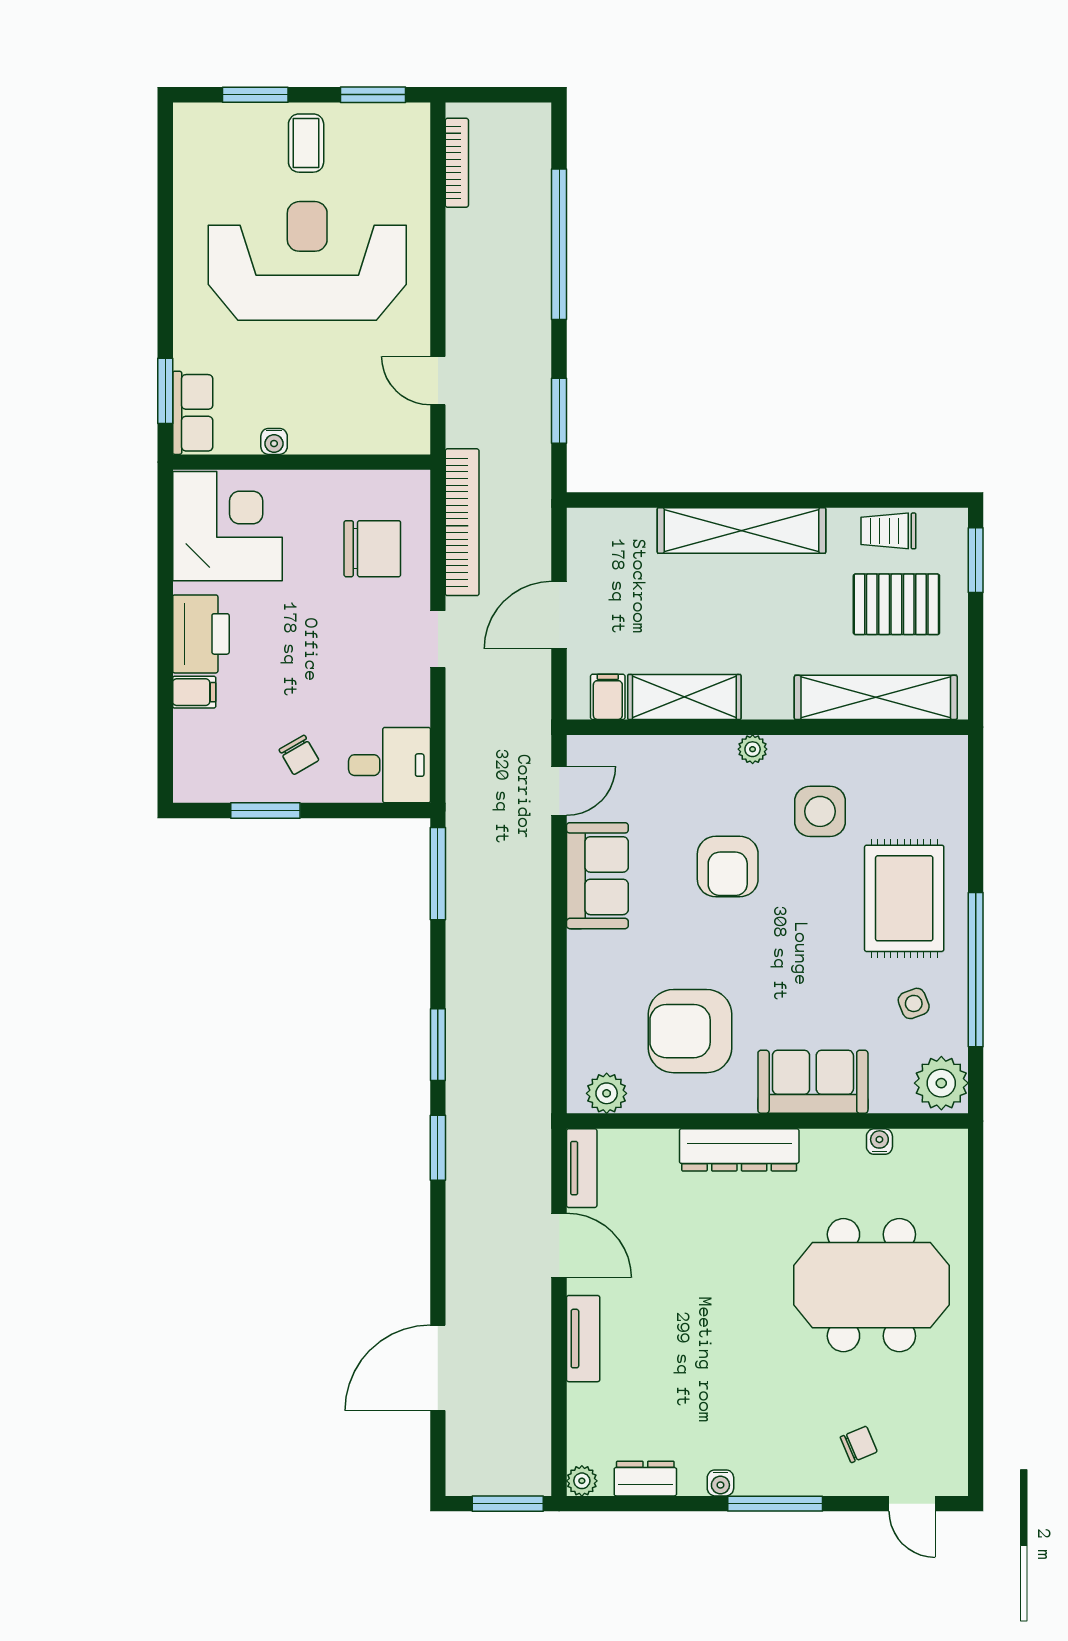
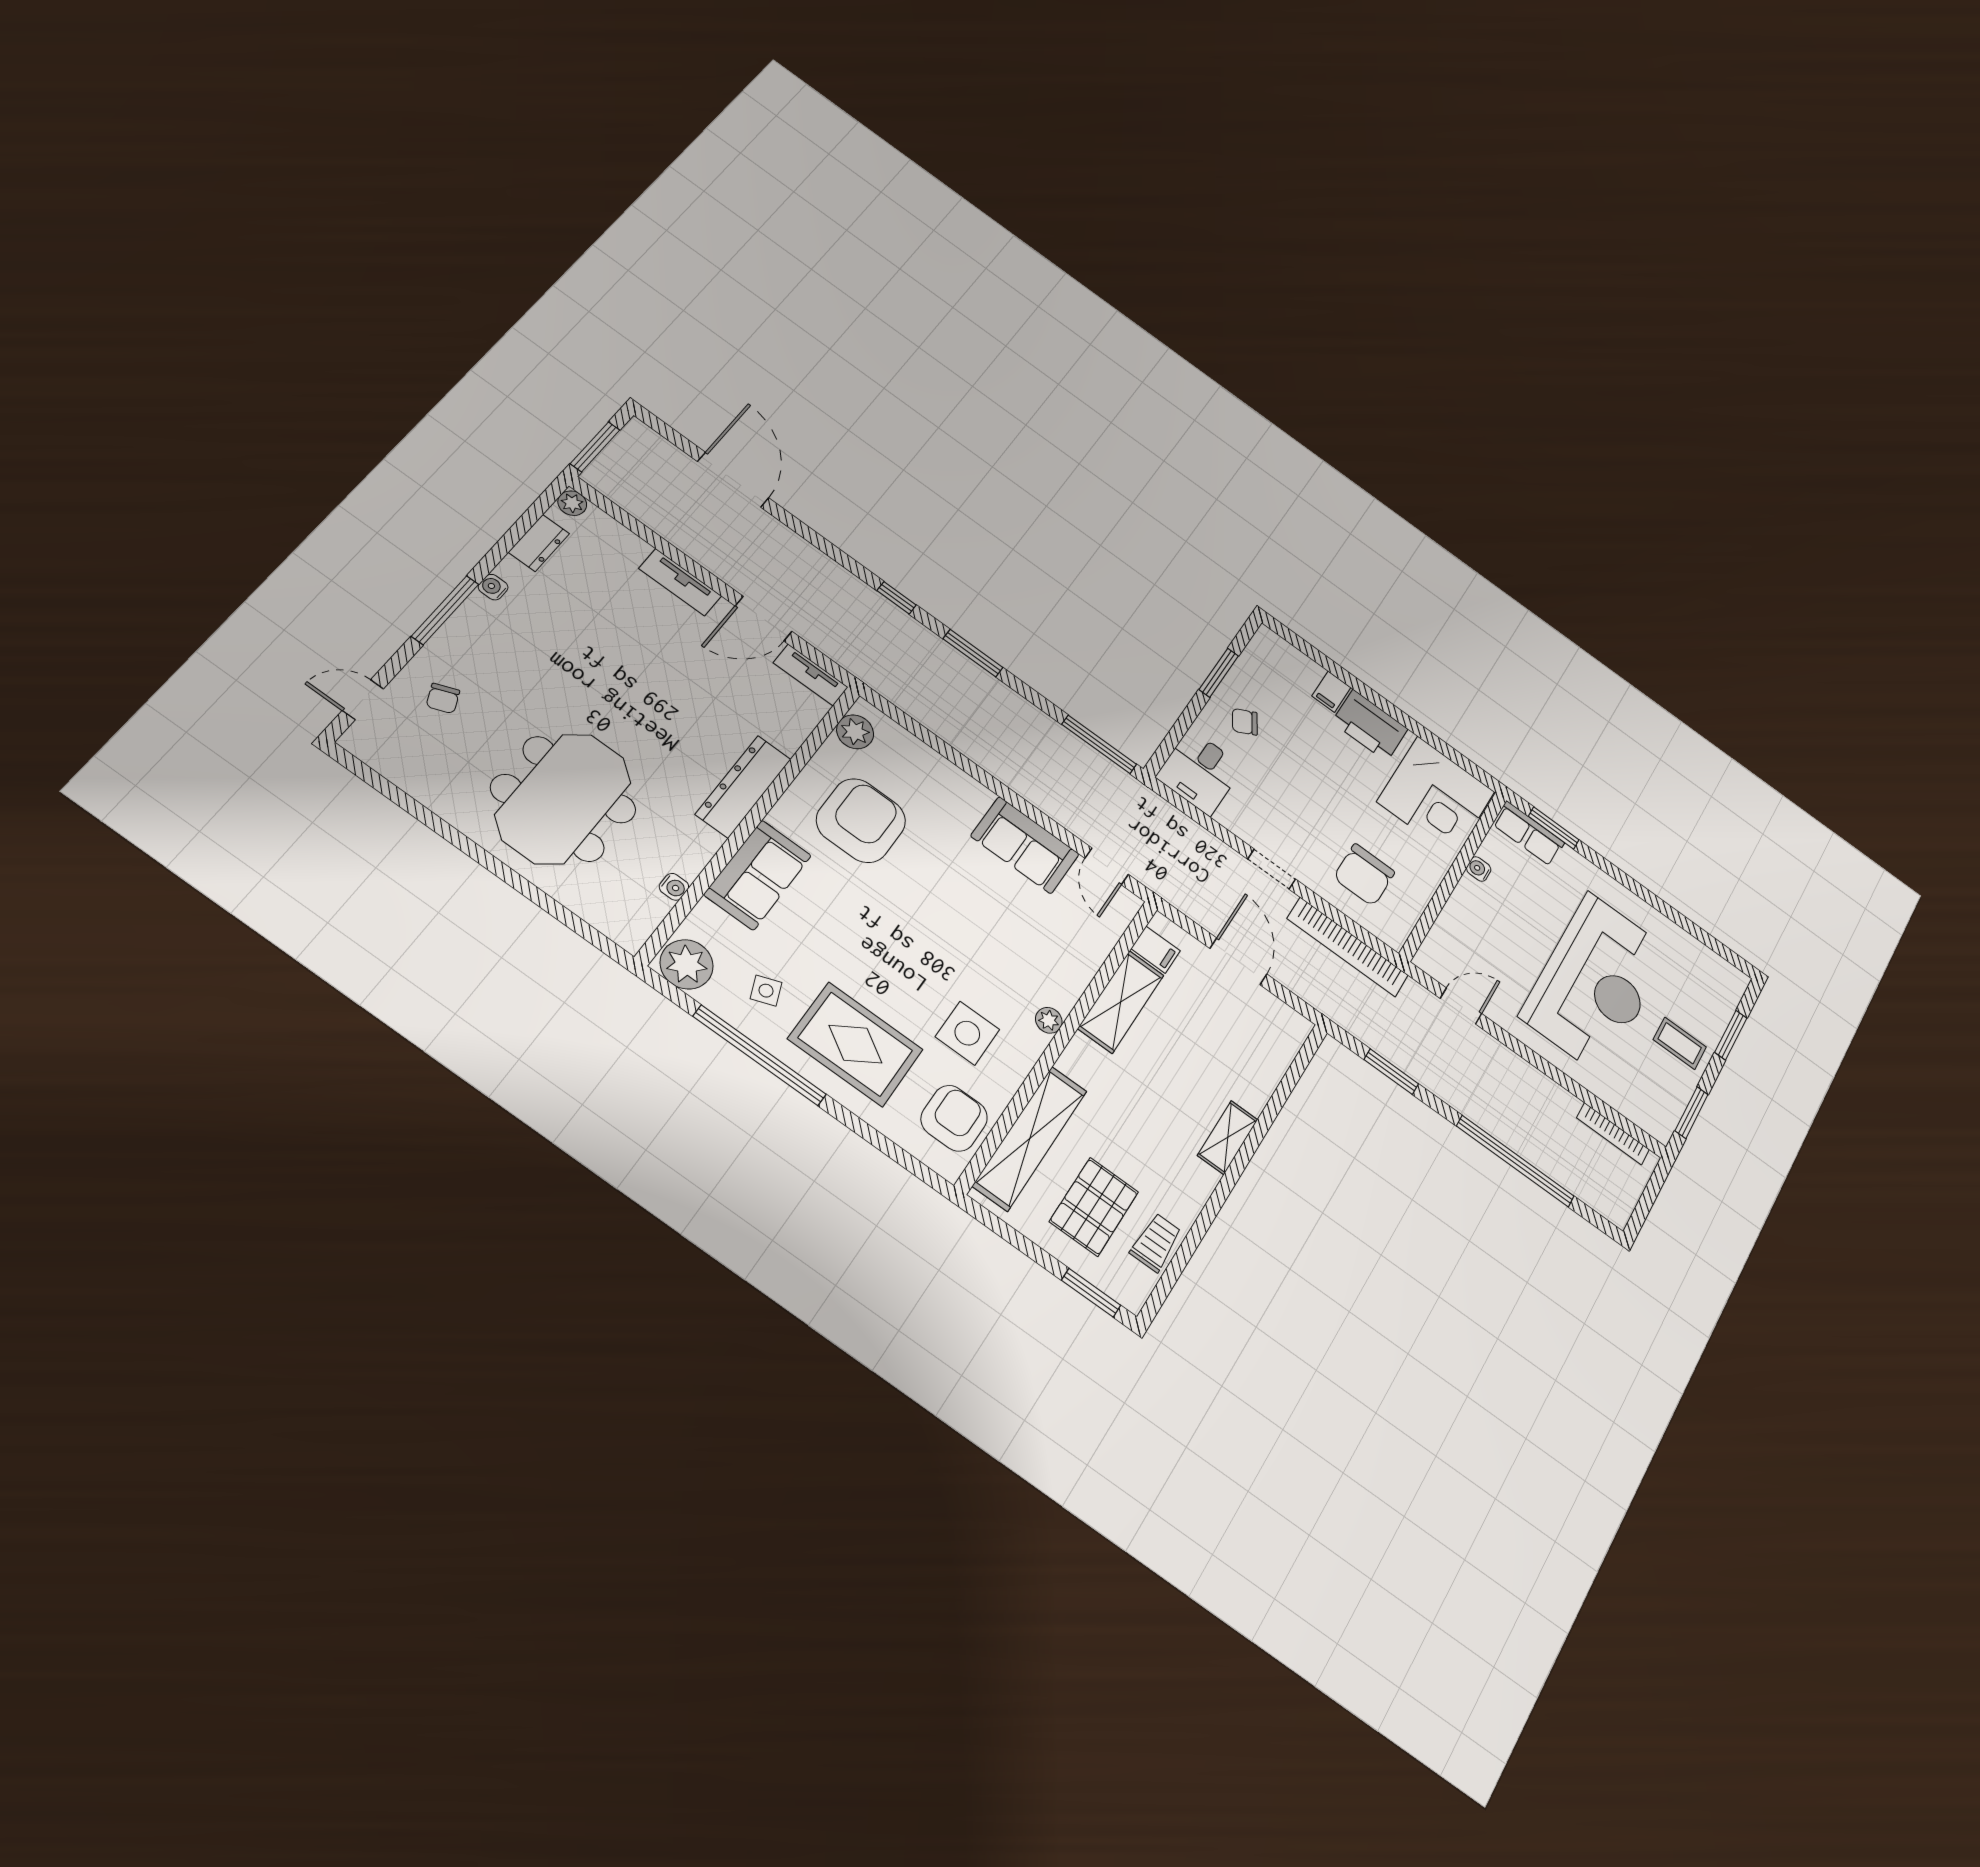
shelving: (742, 530) -> (1228, 1137), width x0.45, depth x0.75
armchair: (728, 867) -> (954, 1118), moved, turned 90
window: (438, 1148) -> (897, 598), width x0.67

